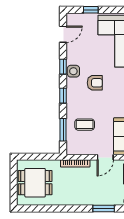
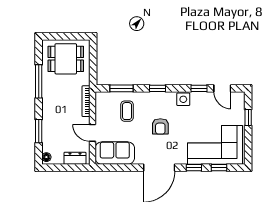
window: (63, 67) -> (199, 88), moved
armchair: (95, 83) -> (160, 126), moved
dining table: (35, 183) -> (66, 59), turned 90
window: (57, 208) -> (39, 81), added

